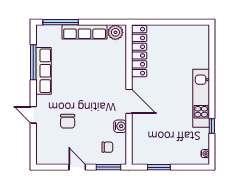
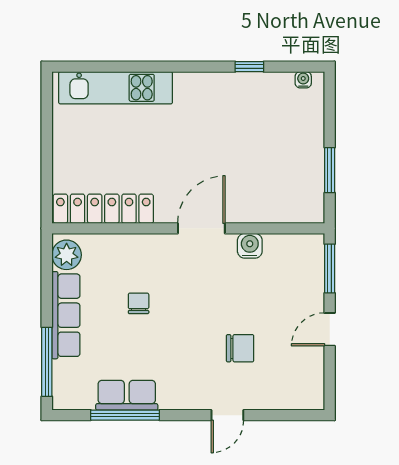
row of seats: (43, 71) -> (127, 395), width x0.68
kitchen unit: (201, 98) -> (116, 88), moved
chair: (107, 147) -> (139, 303), moved

